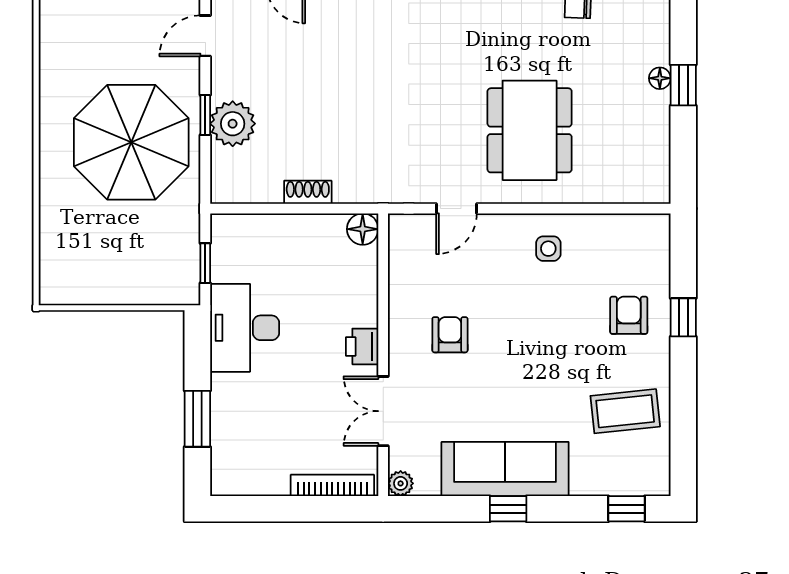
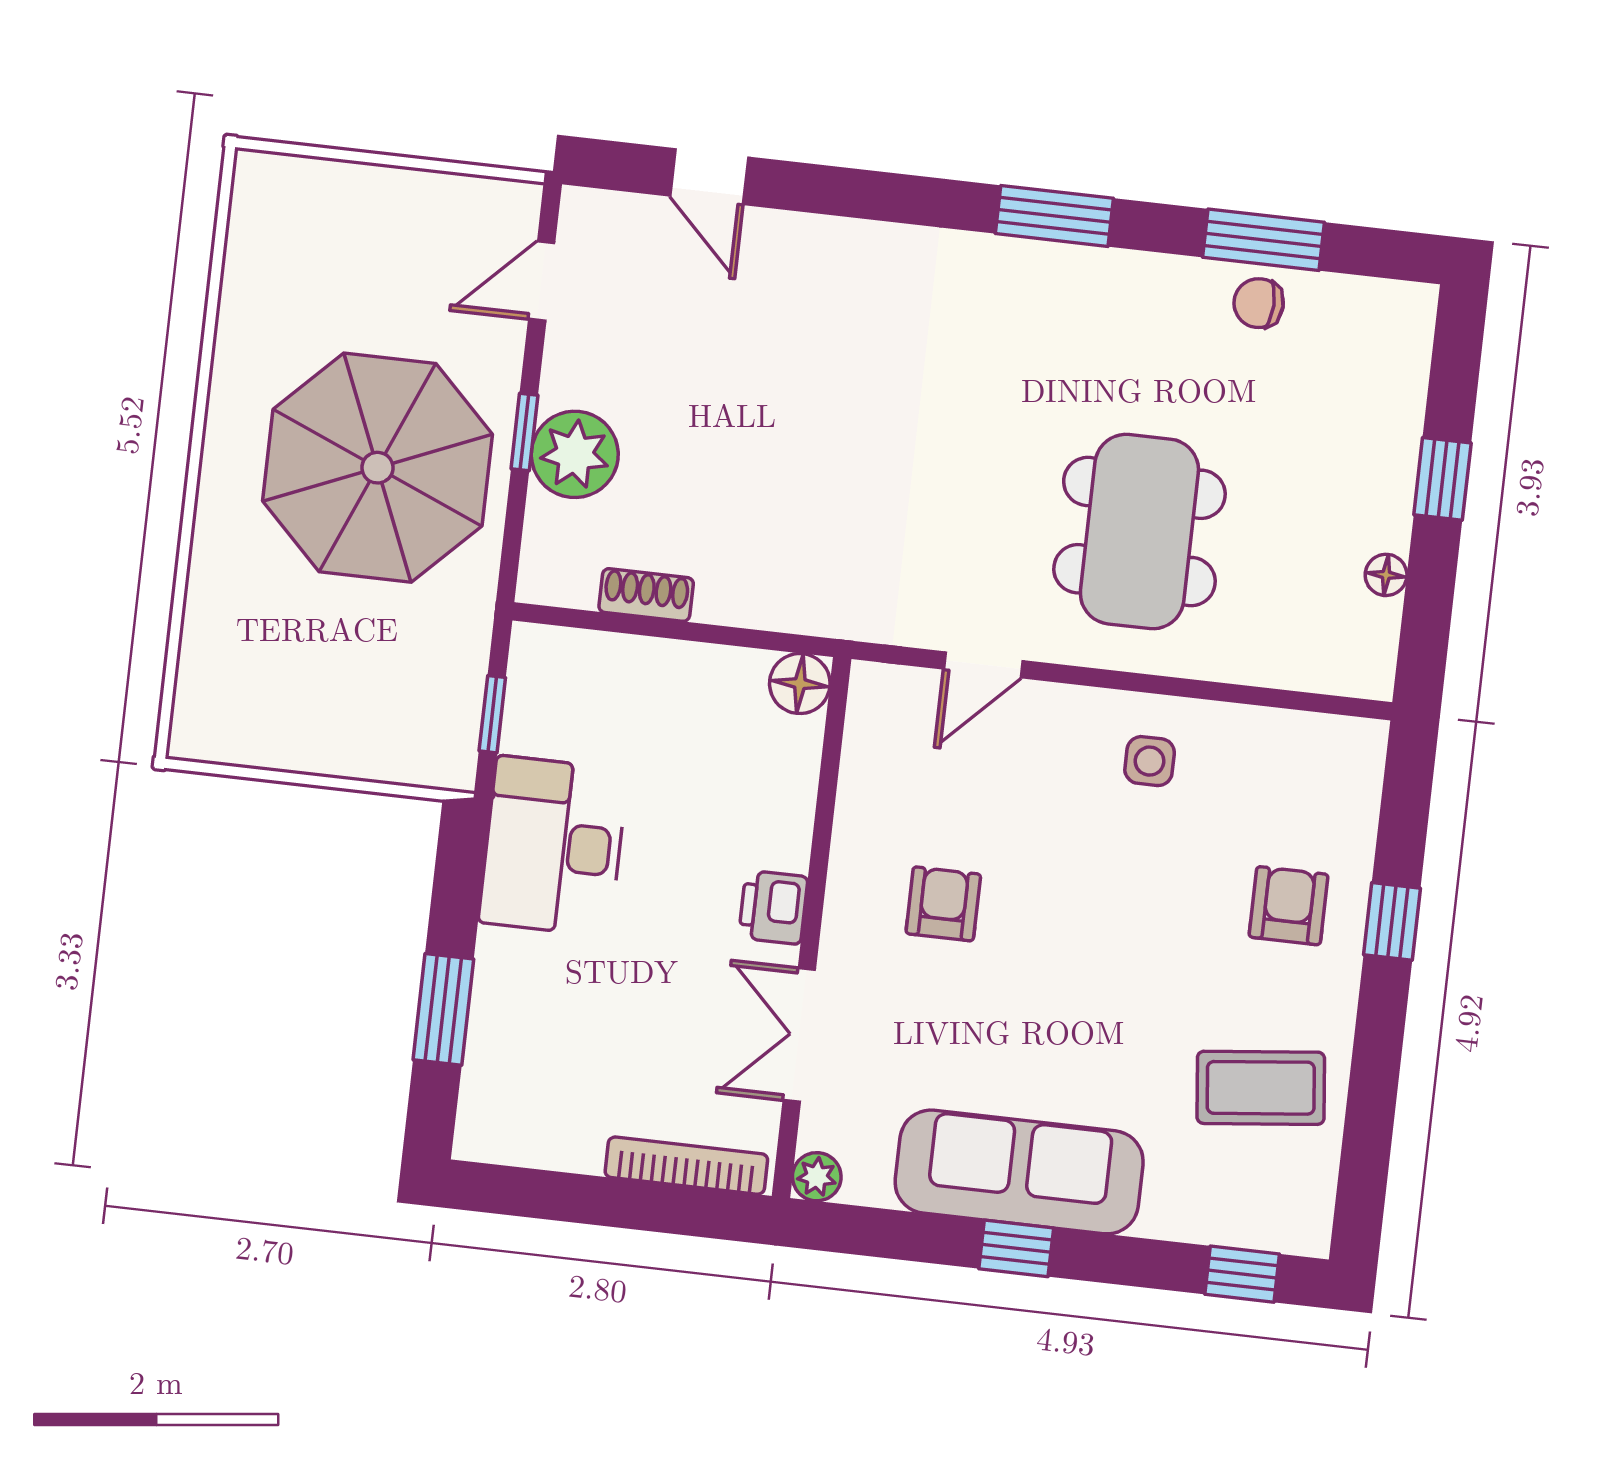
floor lamp: (660, 78) -> (1386, 575), moved
shoe rack: (308, 192) -> (646, 595), moved

